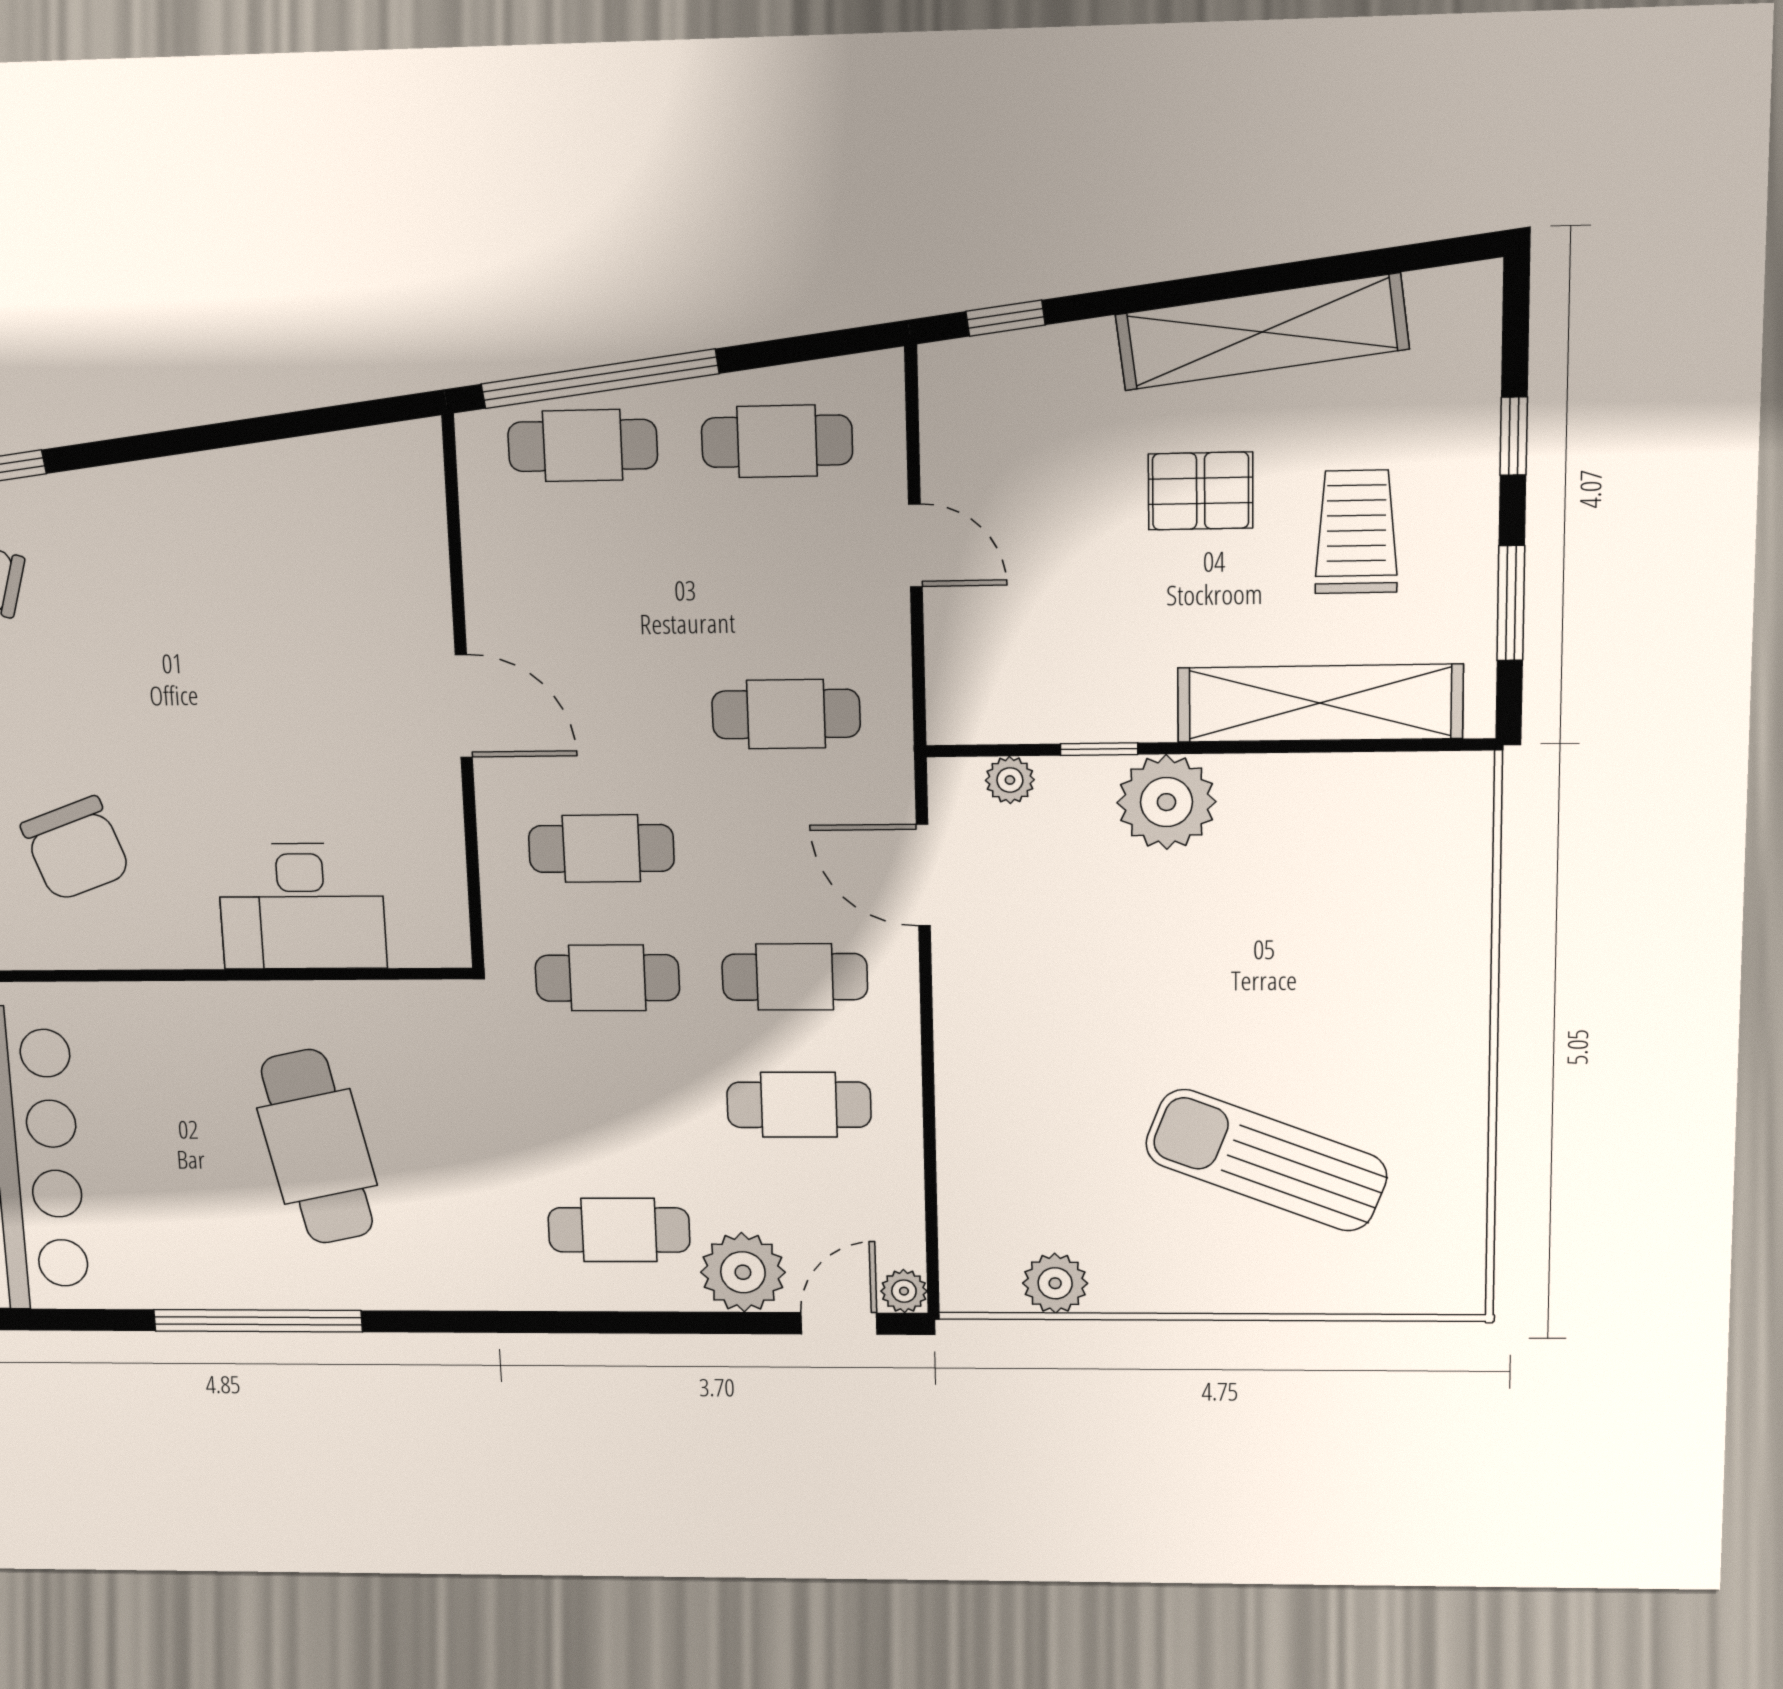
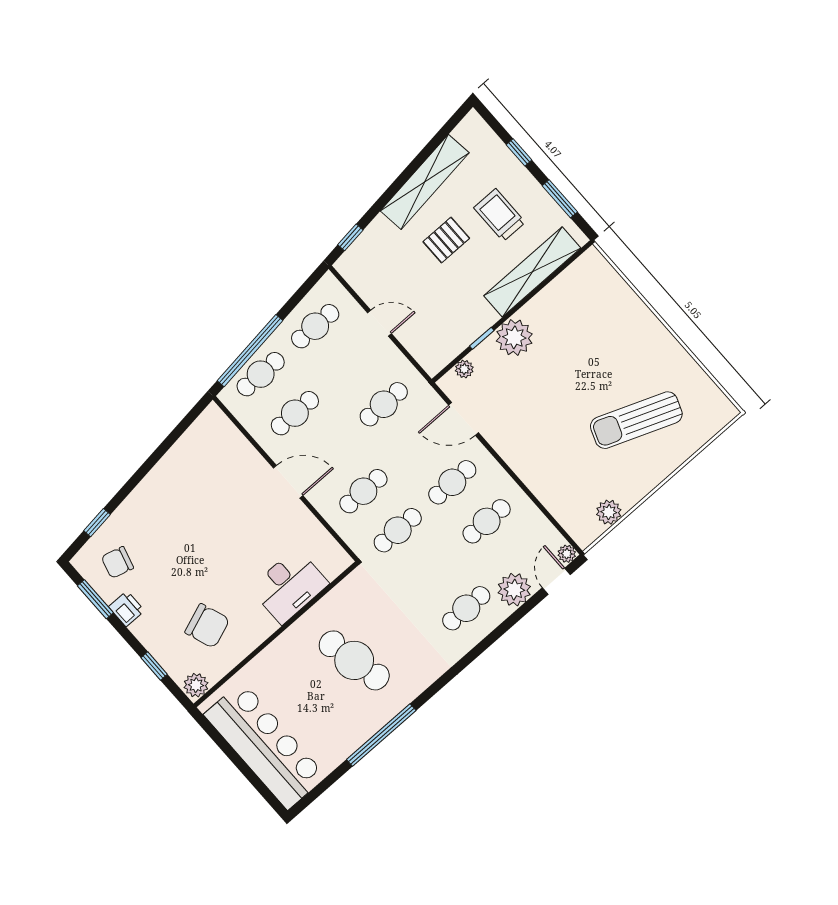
cafe table: (589, 582) -> (295, 413), added

